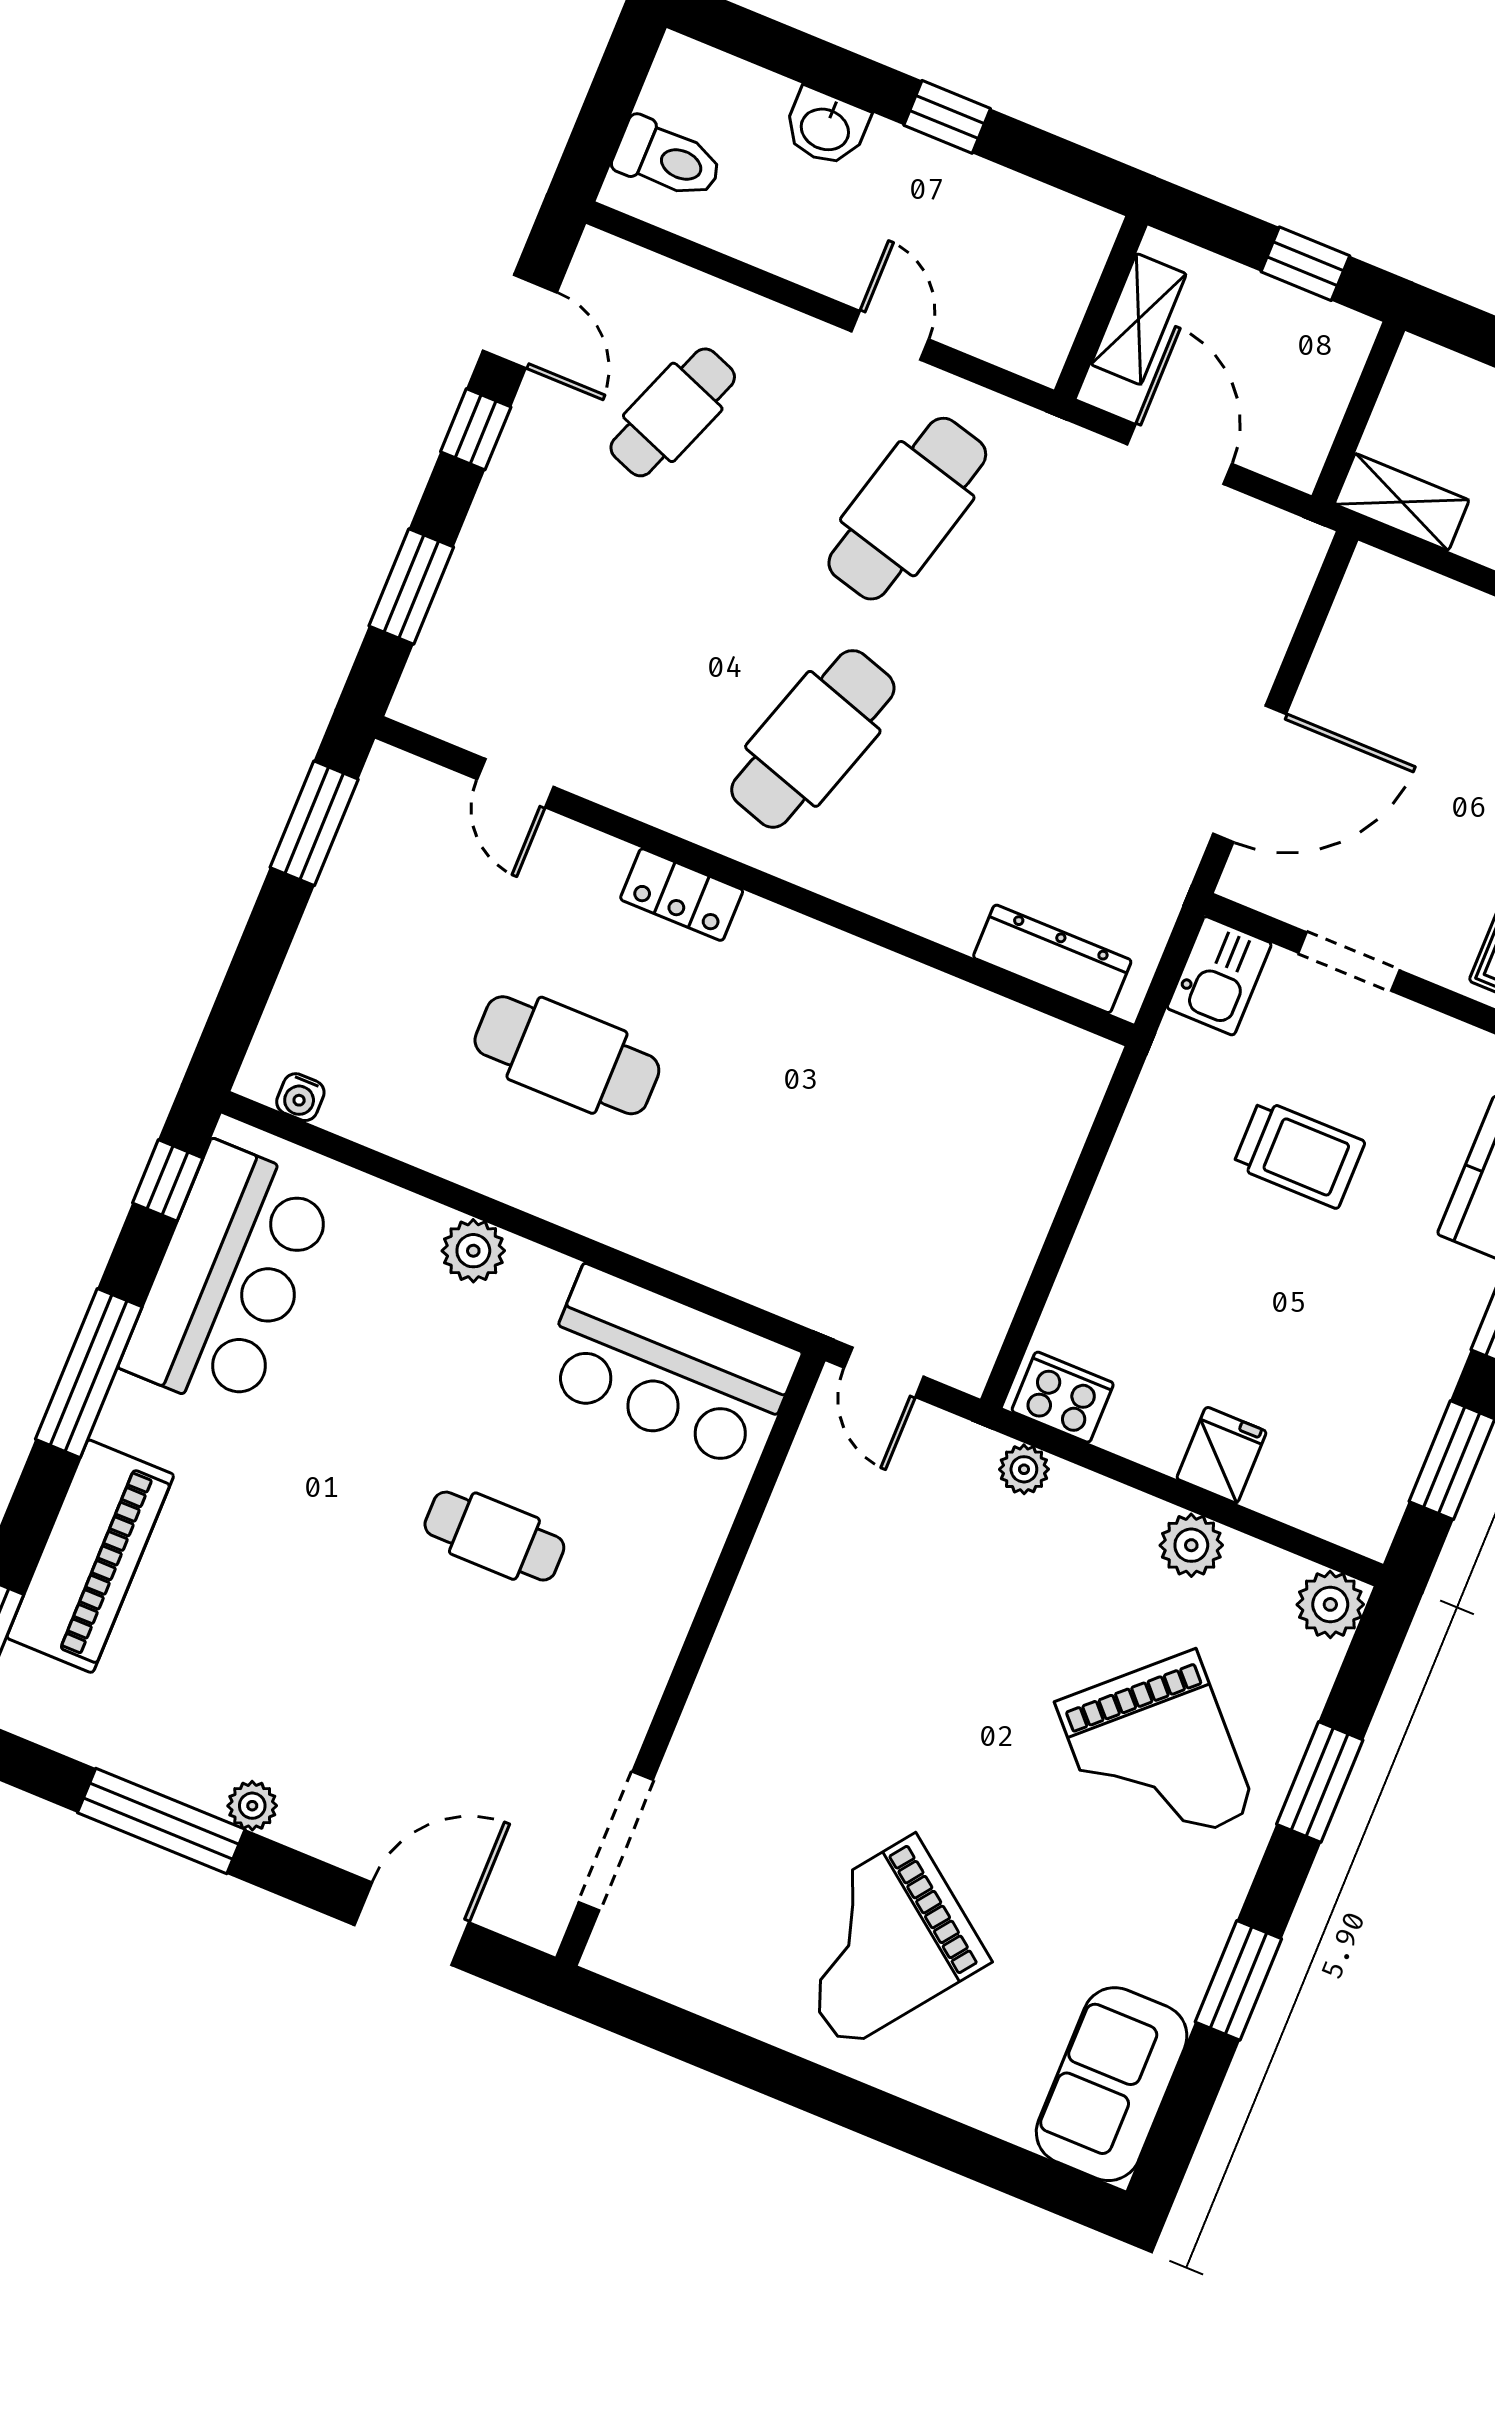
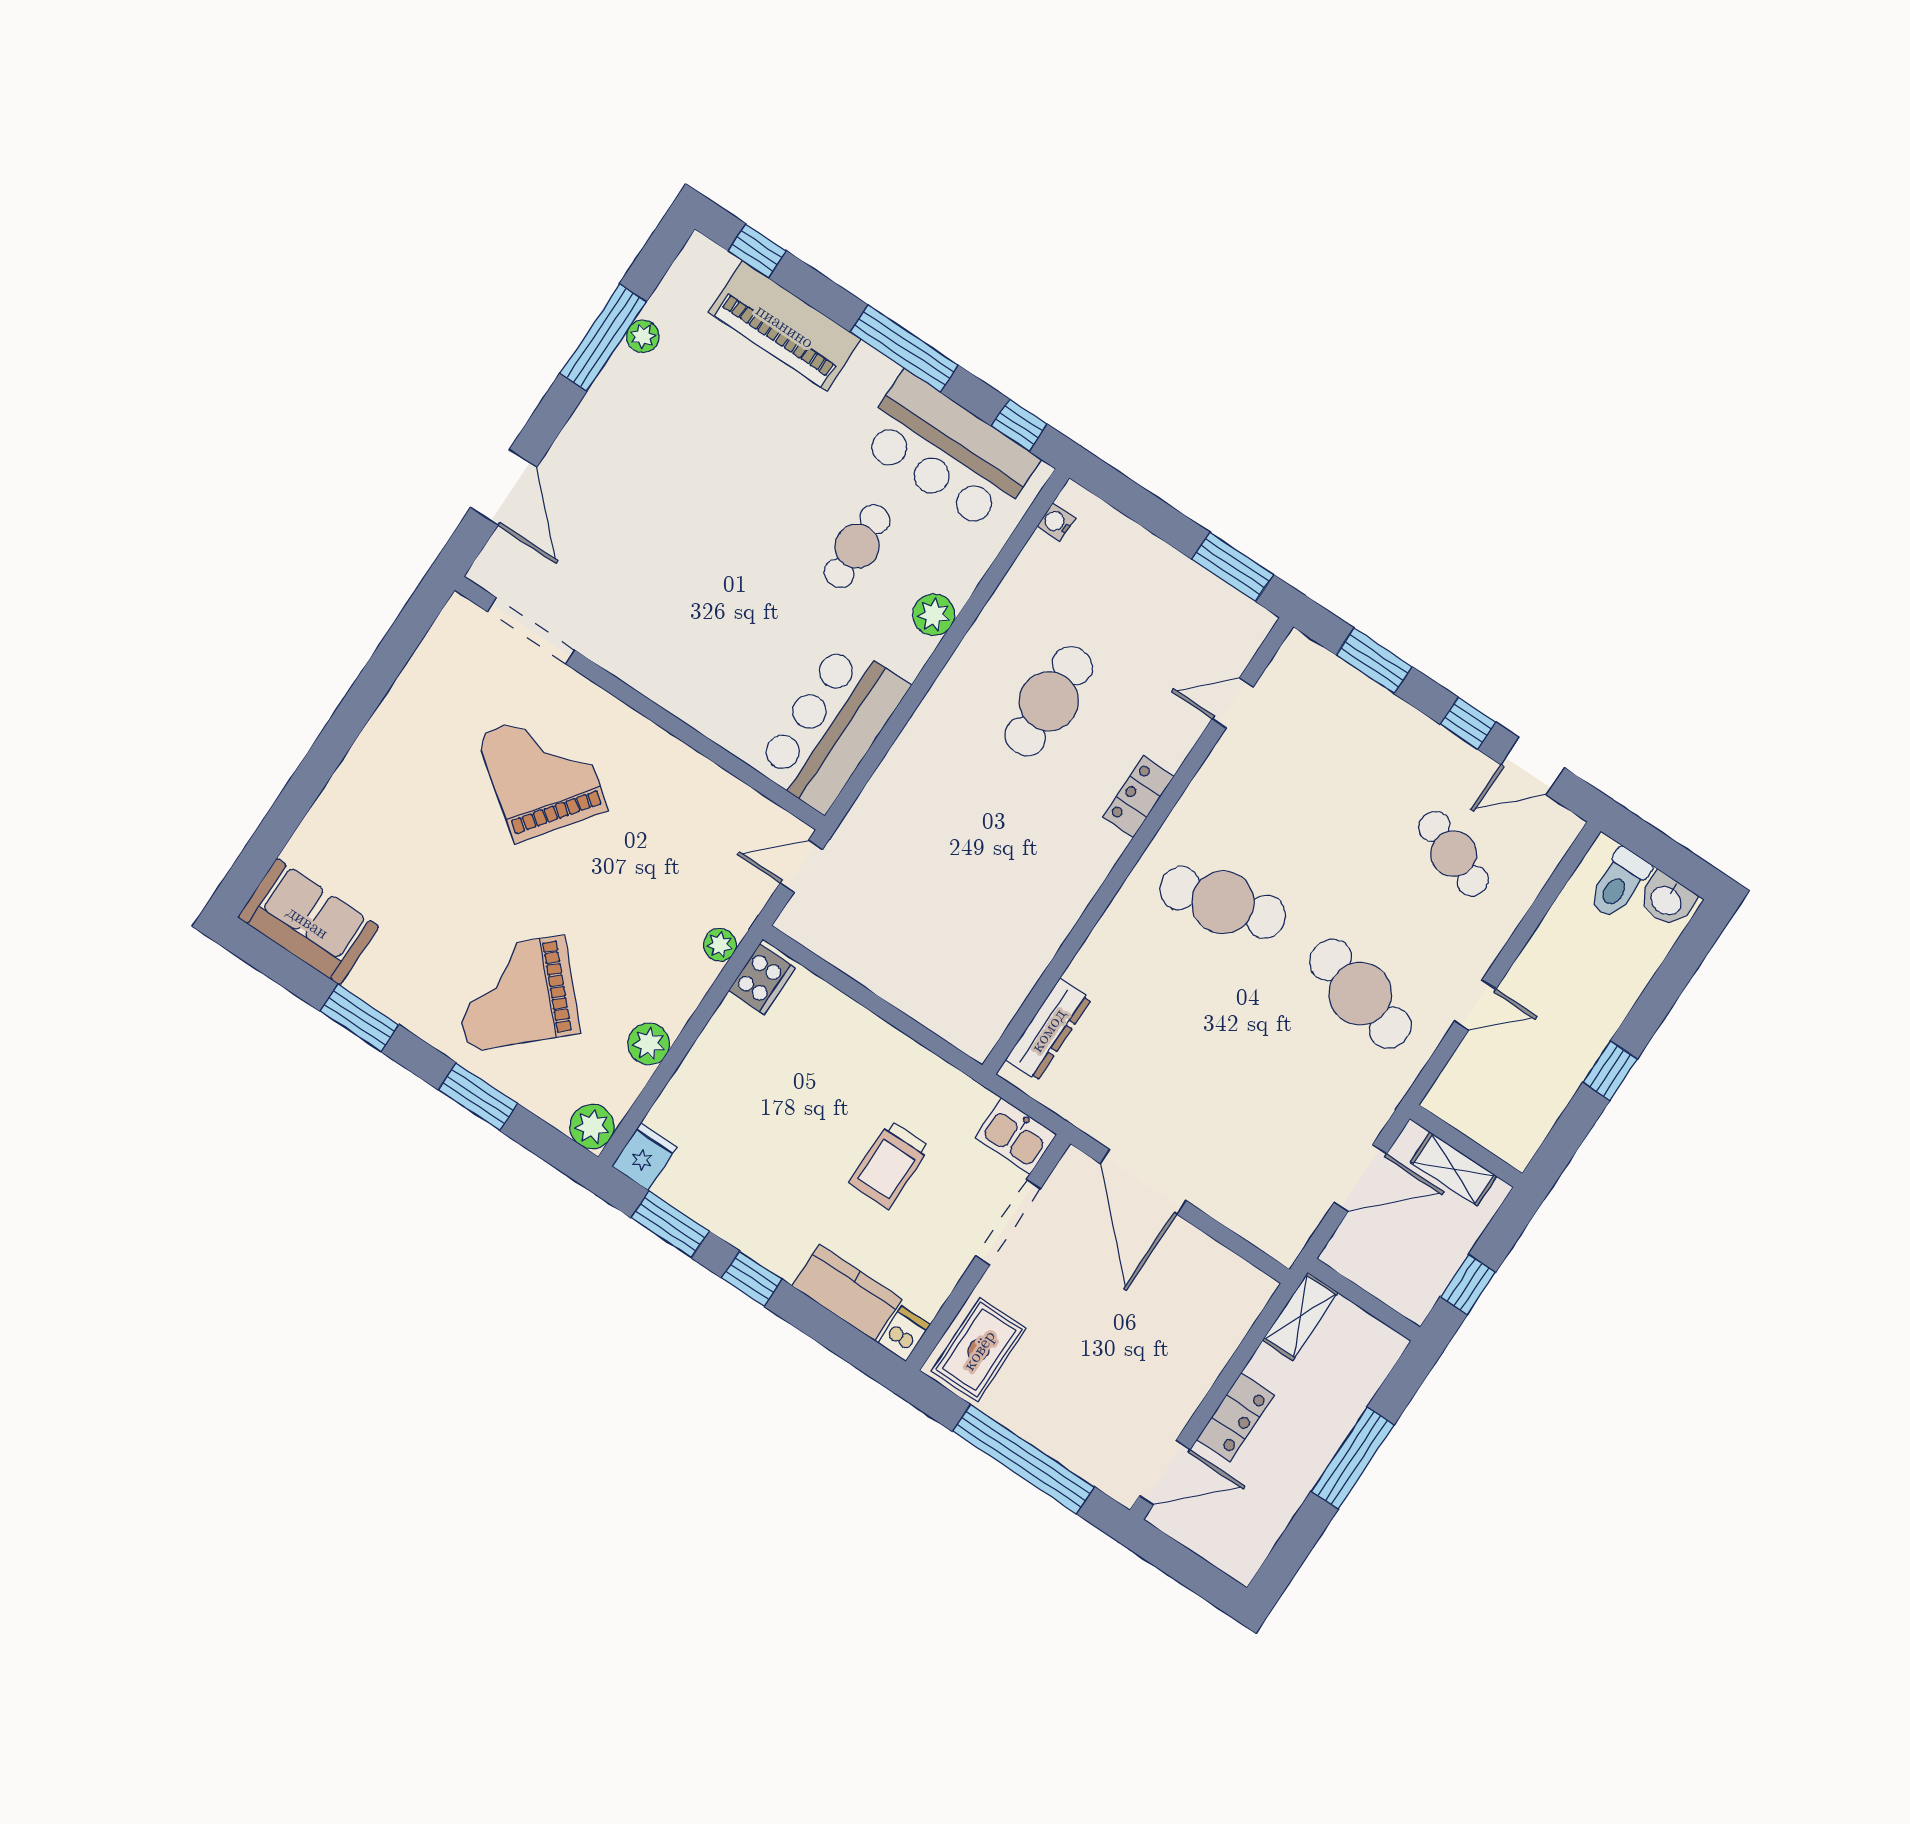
washbasin: (826, 128) -> (1667, 900), moved, turned -90
cafe table: (813, 739) -> (1223, 902), turned -33
doorway: (1349, 961) -> (1008, 1222), width x1.38
fridge: (1222, 1455) -> (644, 1157), moved, turned -90
cafe table: (494, 1536) -> (857, 546), moved
plant: (252, 1806) -> (643, 336), moved
grand piano: (879, 1942) -> (542, 773), moved

